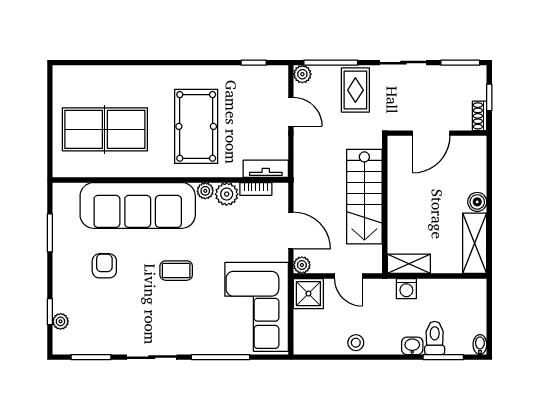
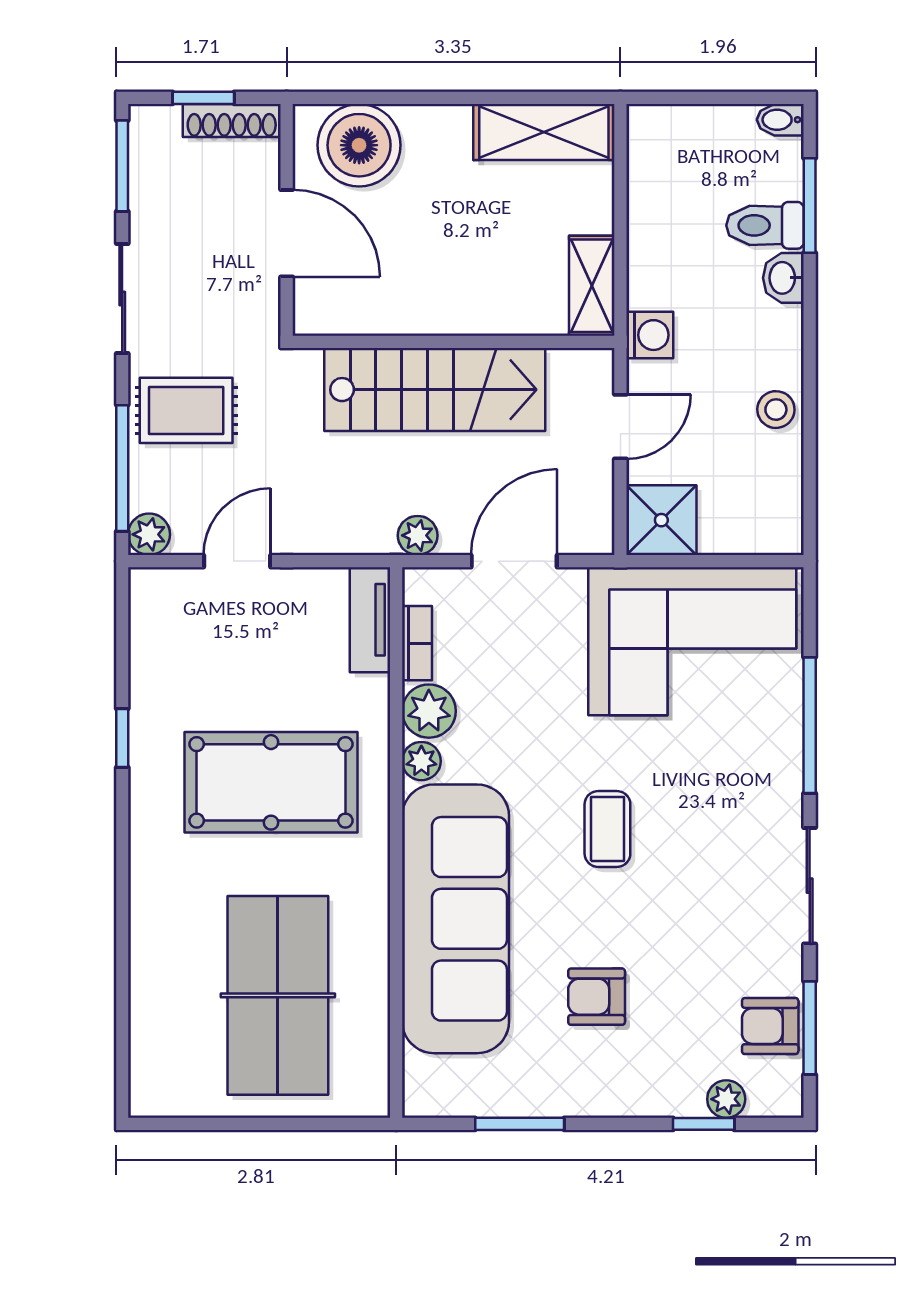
window: (254, 63) -> (122, 738), moved
shoe rack: (480, 116) -> (232, 121), width x1.43
boiler: (477, 202) -> (359, 145), moved, width x1.86, depth x1.86
plant: (302, 265) -> (418, 535), moved
washing machine: (406, 289) -> (650, 335), moved
armchair: (92, 340) -> (770, 1026), added

